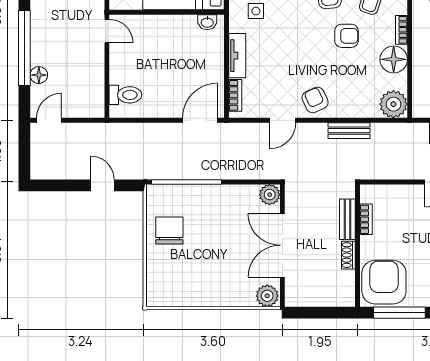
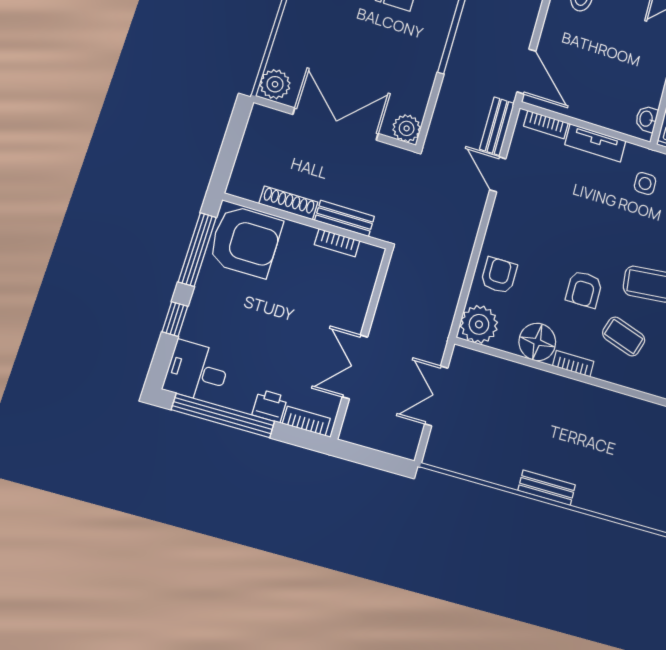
armchair: (315, 100) -> (499, 275), moved, turned -65
bench: (349, 131) -> (497, 126), moved
shoe rack: (348, 255) -> (288, 203), width x1.43

